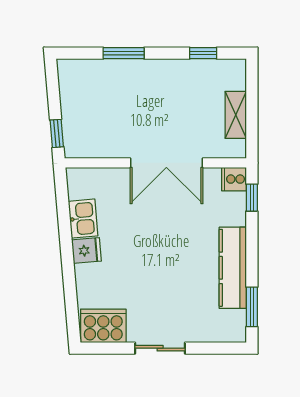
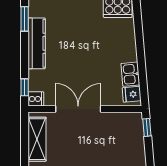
shelving: (236, 115) -> (37, 139), width x1.50, depth x1.33
fridge: (86, 250) -> (132, 94), moved

